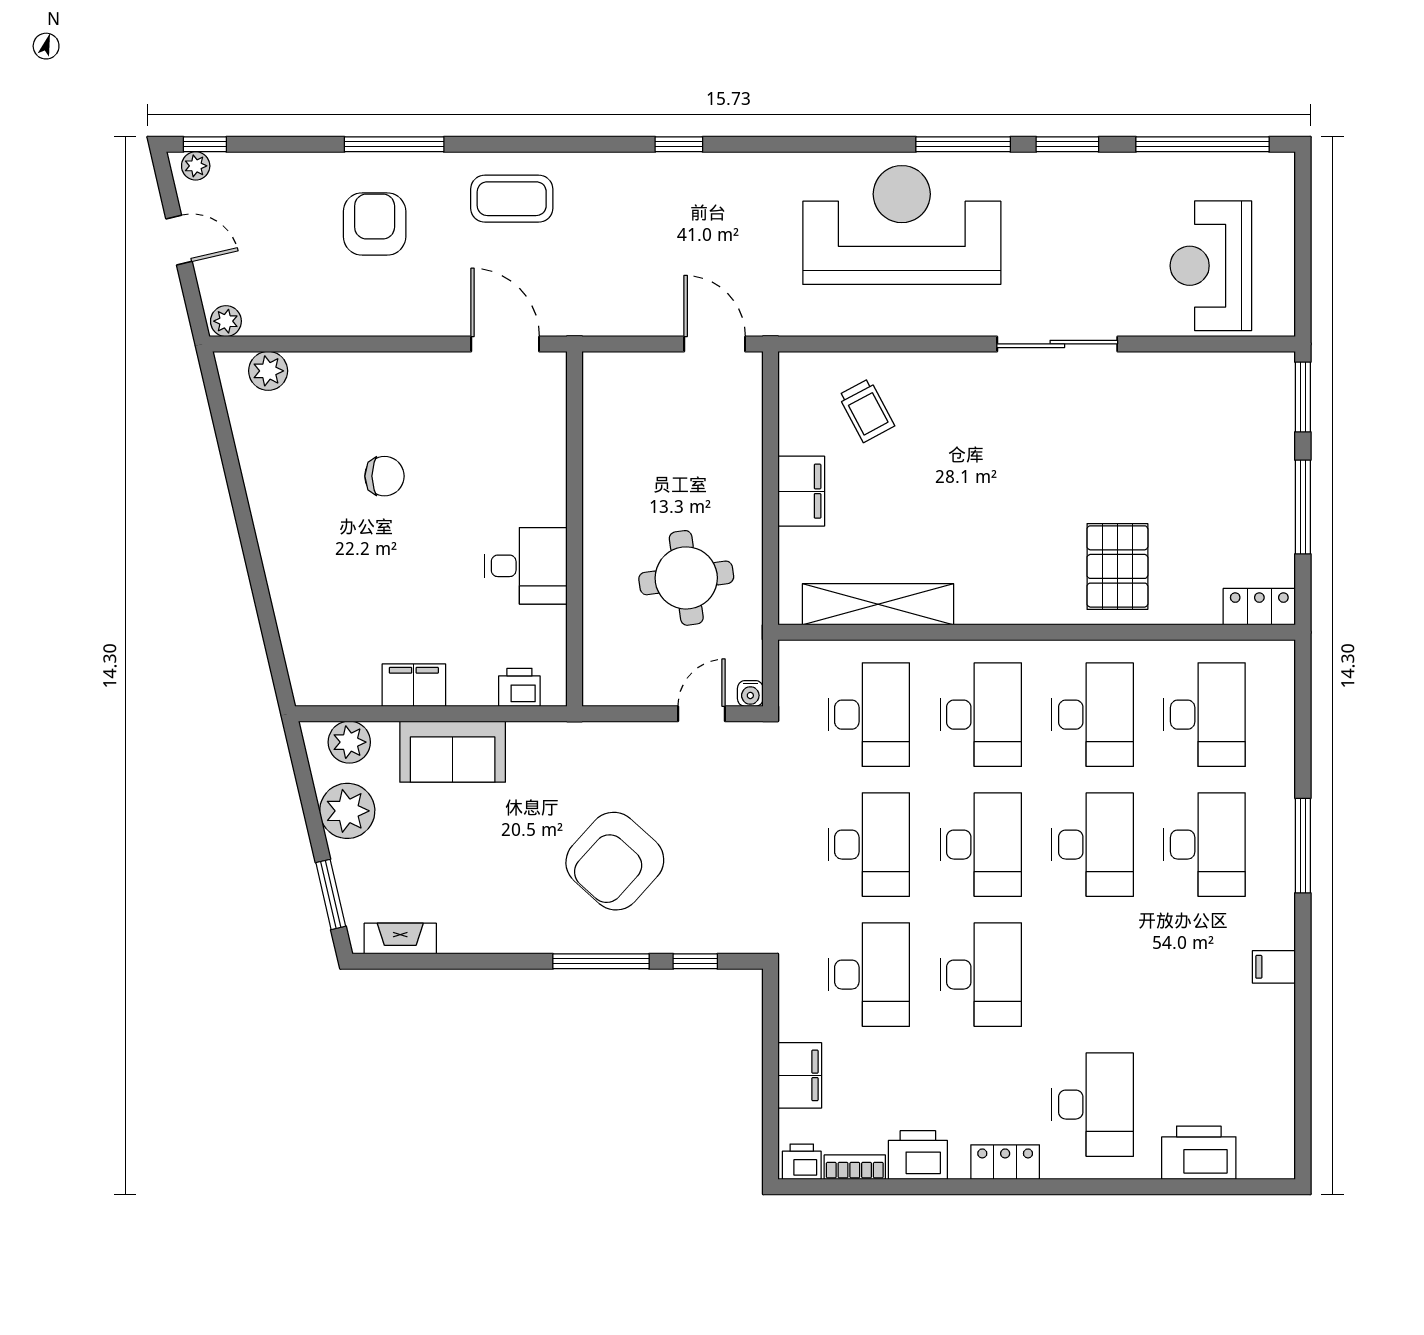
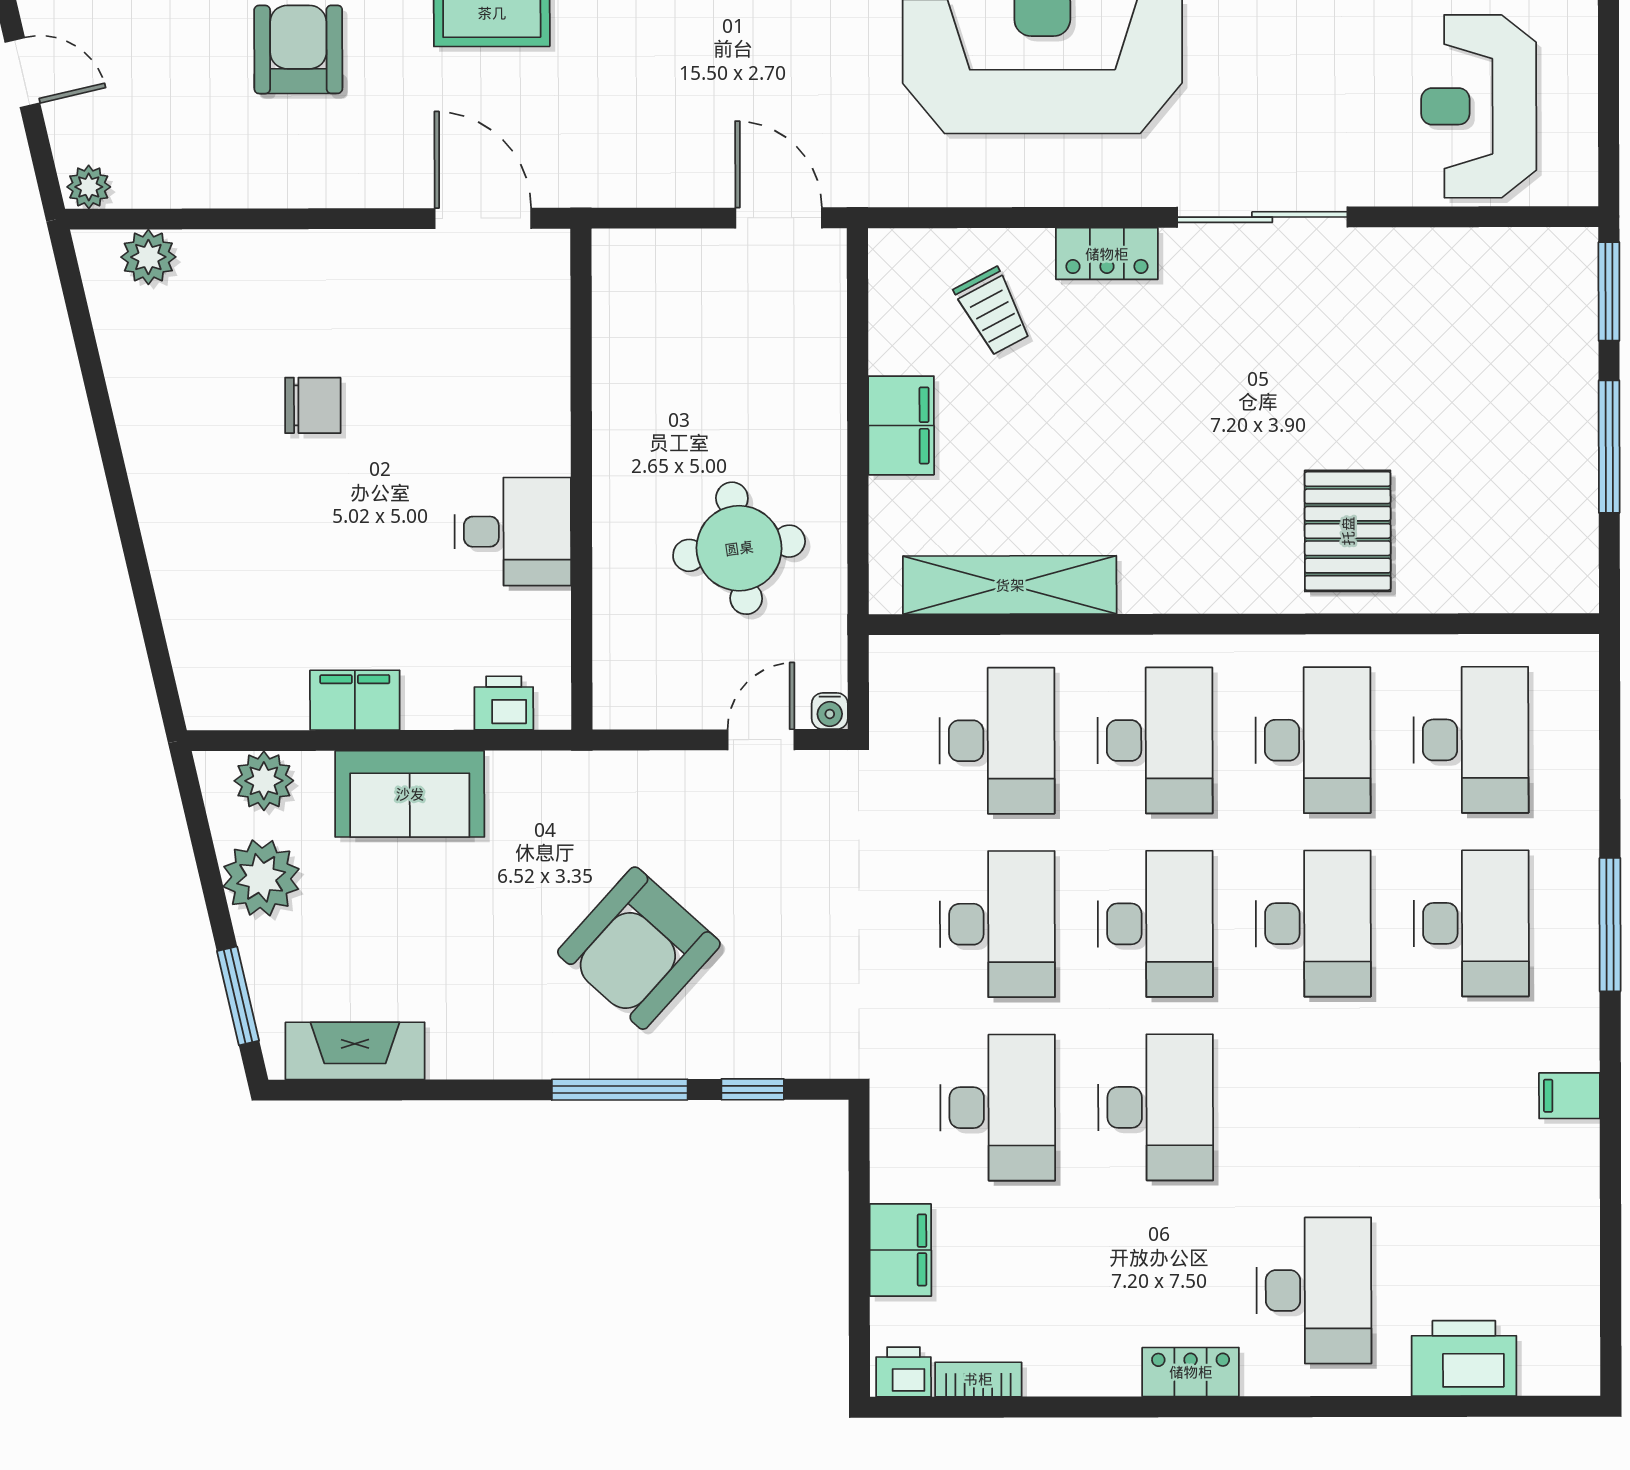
locker: (1259, 607) -> (1107, 254), moved, turned 180
fireplace: (400, 939) -> (355, 1051), width x1.37, depth x1.32
printer: (918, 1155) -> (1067, 1362), removed

